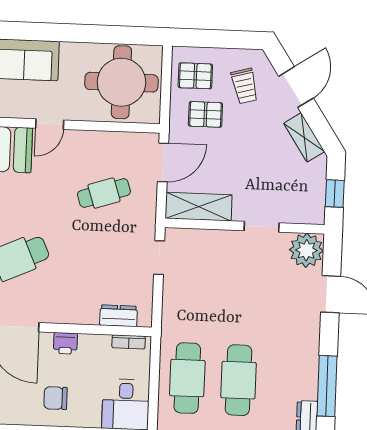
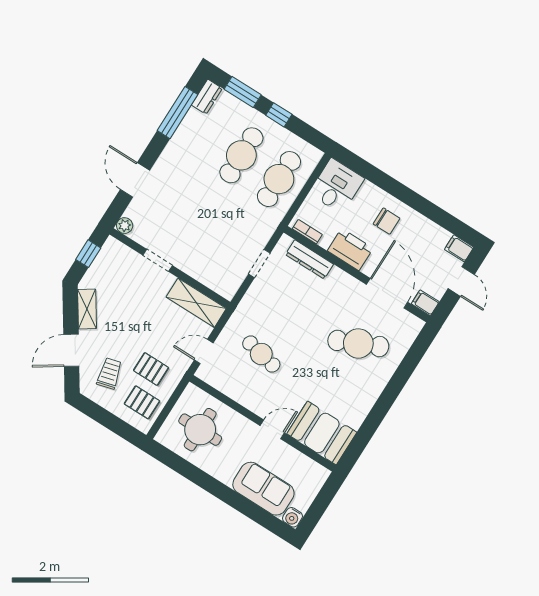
round table: (121, 82) -> (200, 430), width x0.73, depth x0.73
door: (163, 162) -> (204, 351), width x0.73
cafe table: (104, 193) -> (261, 354), turned 30
plant: (306, 250) -> (125, 226), width x0.53, depth x0.53
doorway: (159, 258) -> (259, 264), moved
dresser: (119, 316) -> (309, 259), width x1.44
printer: (65, 343) -> (350, 249), width x1.87, depth x1.48

